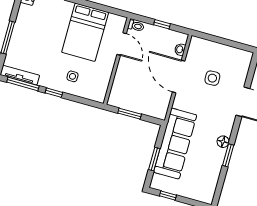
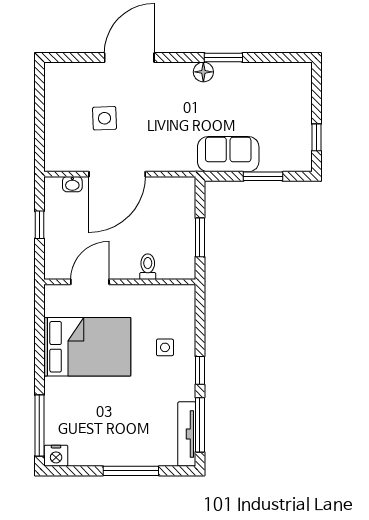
toilet: (136, 26) -> (148, 267), moved
sofa: (175, 144) -> (228, 154), width x0.54, depth x0.79

